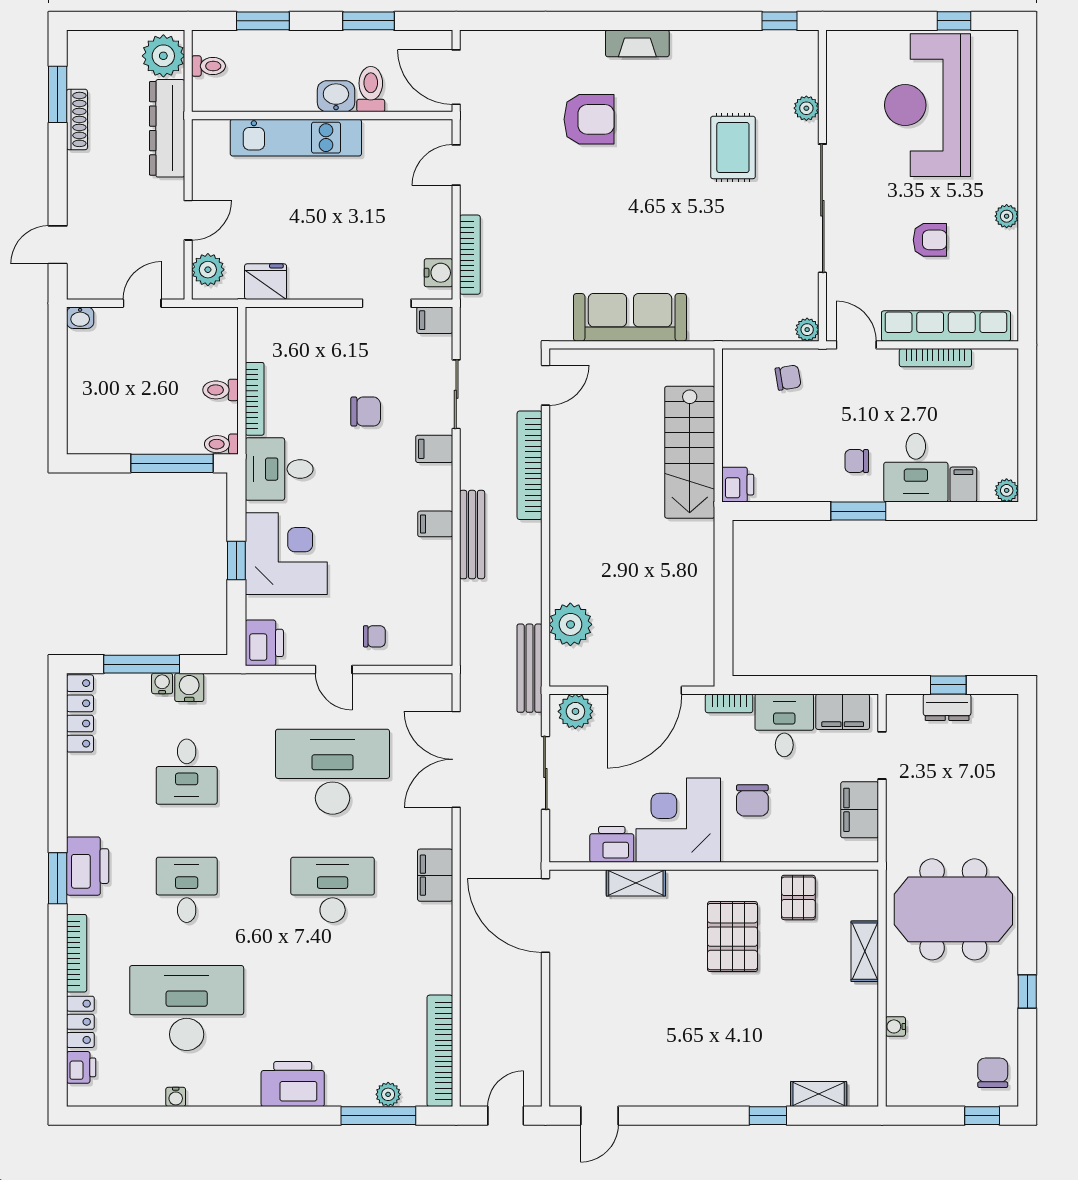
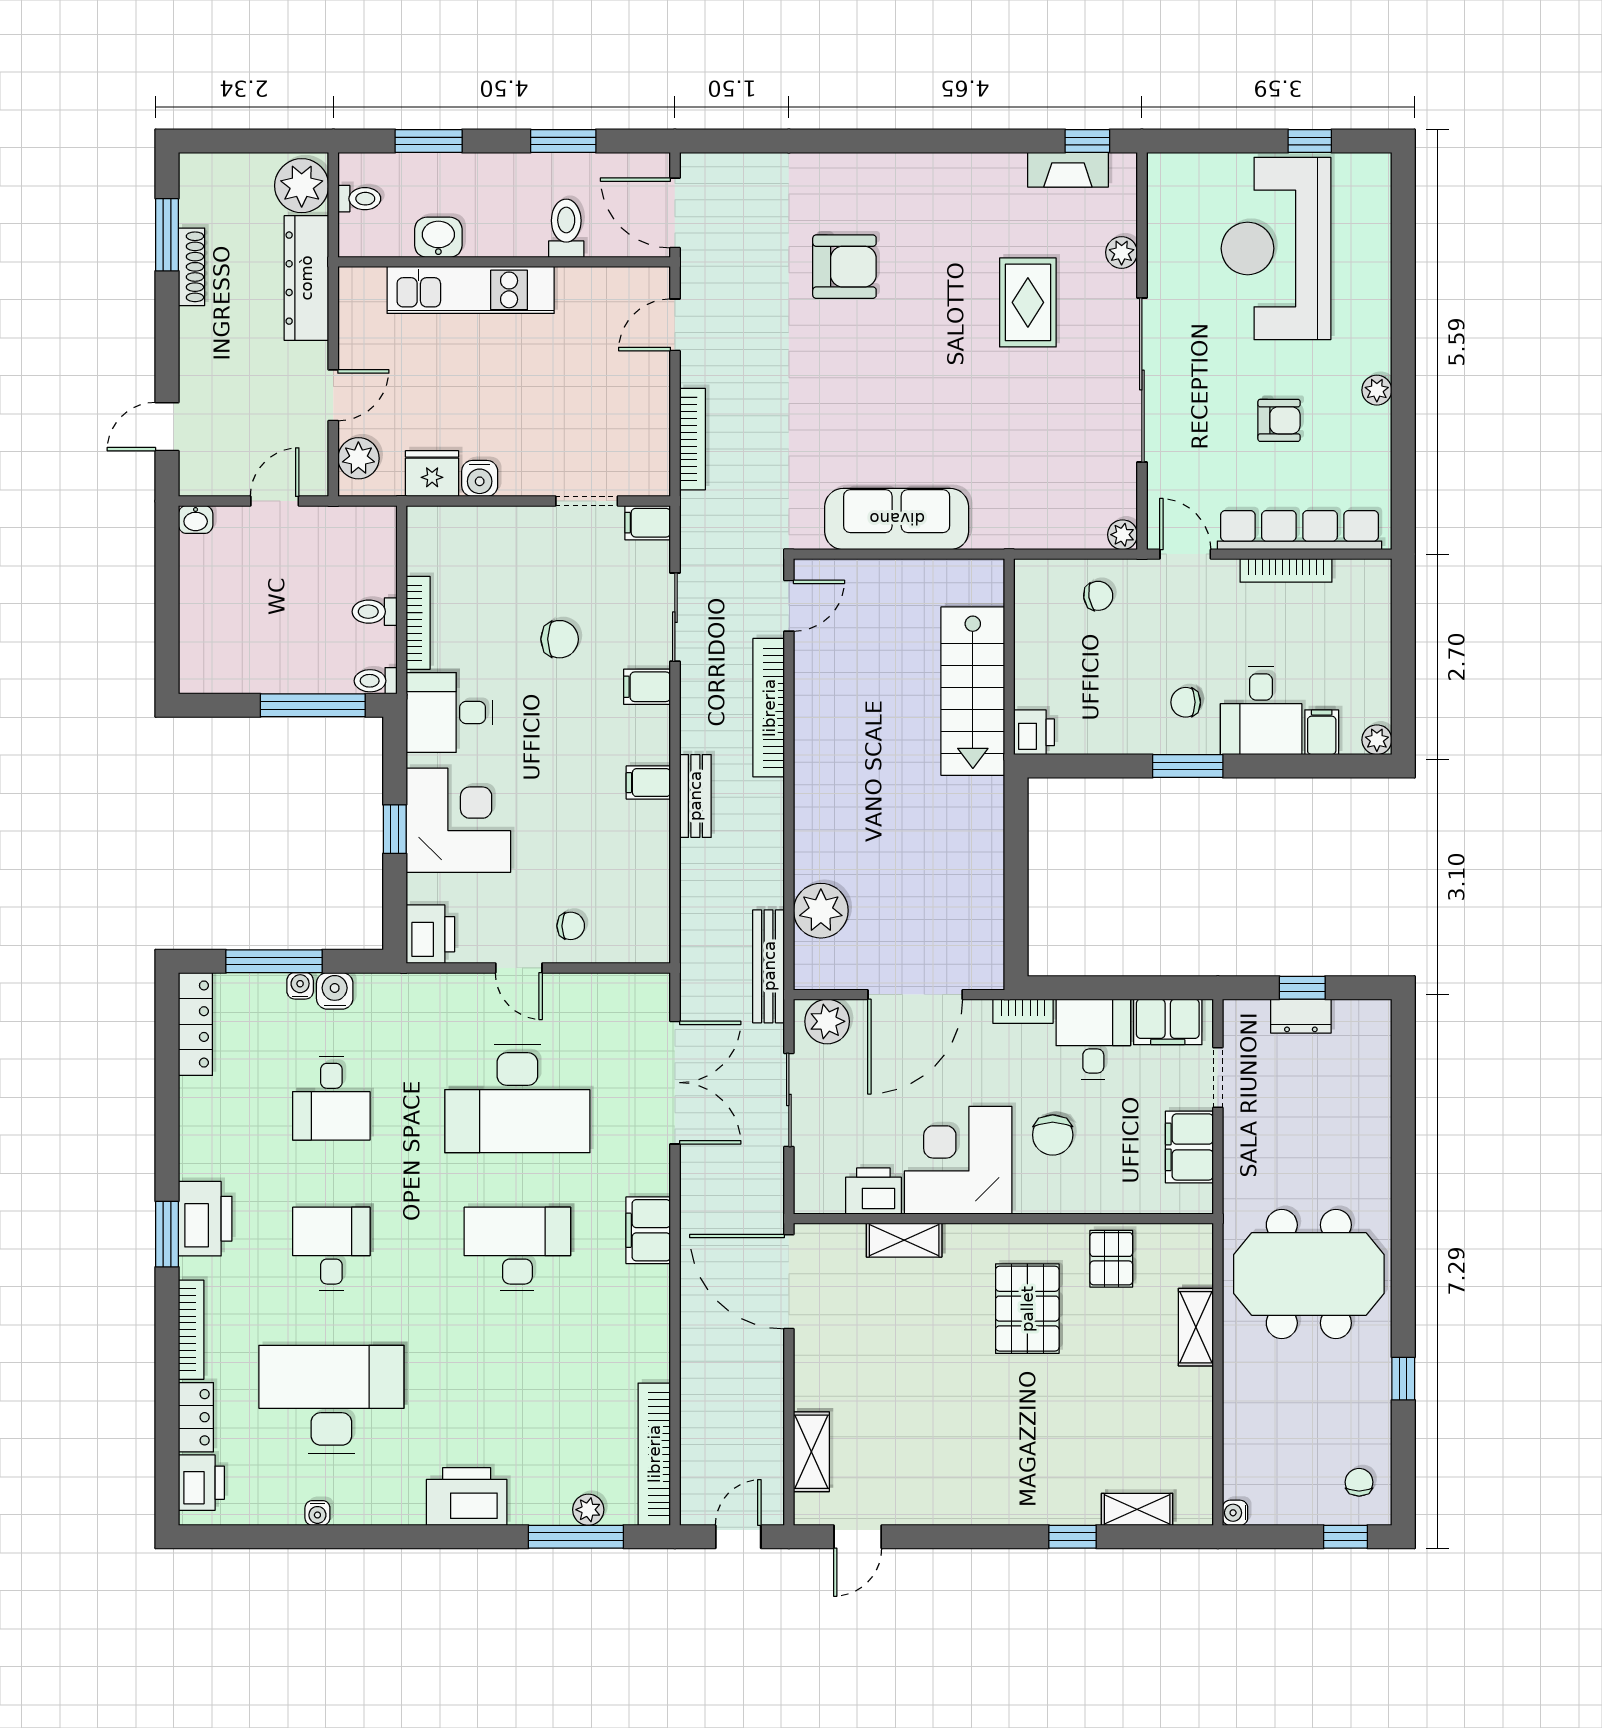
fireplace: (637, 43) -> (1068, 170), moved
washbasin: (336, 96) -> (438, 237), moved
water cooler: (438, 273) -> (480, 478), moved, turned 90
bench: (472, 535) -> (695, 796), width x0.73
double door: (456, 759) -> (675, 1083), swing flipped
desk: (333, 772) -> (517, 1098), turned 180
water cooler: (895, 1026) -> (1235, 1513), moved
shelving: (563, 1049) -> (811, 1452), added
printer: (81, 1067) -> (201, 1483), width x1.36, depth x1.24
chair: (993, 1073) -> (1359, 1482), width x0.73, depth x0.73

